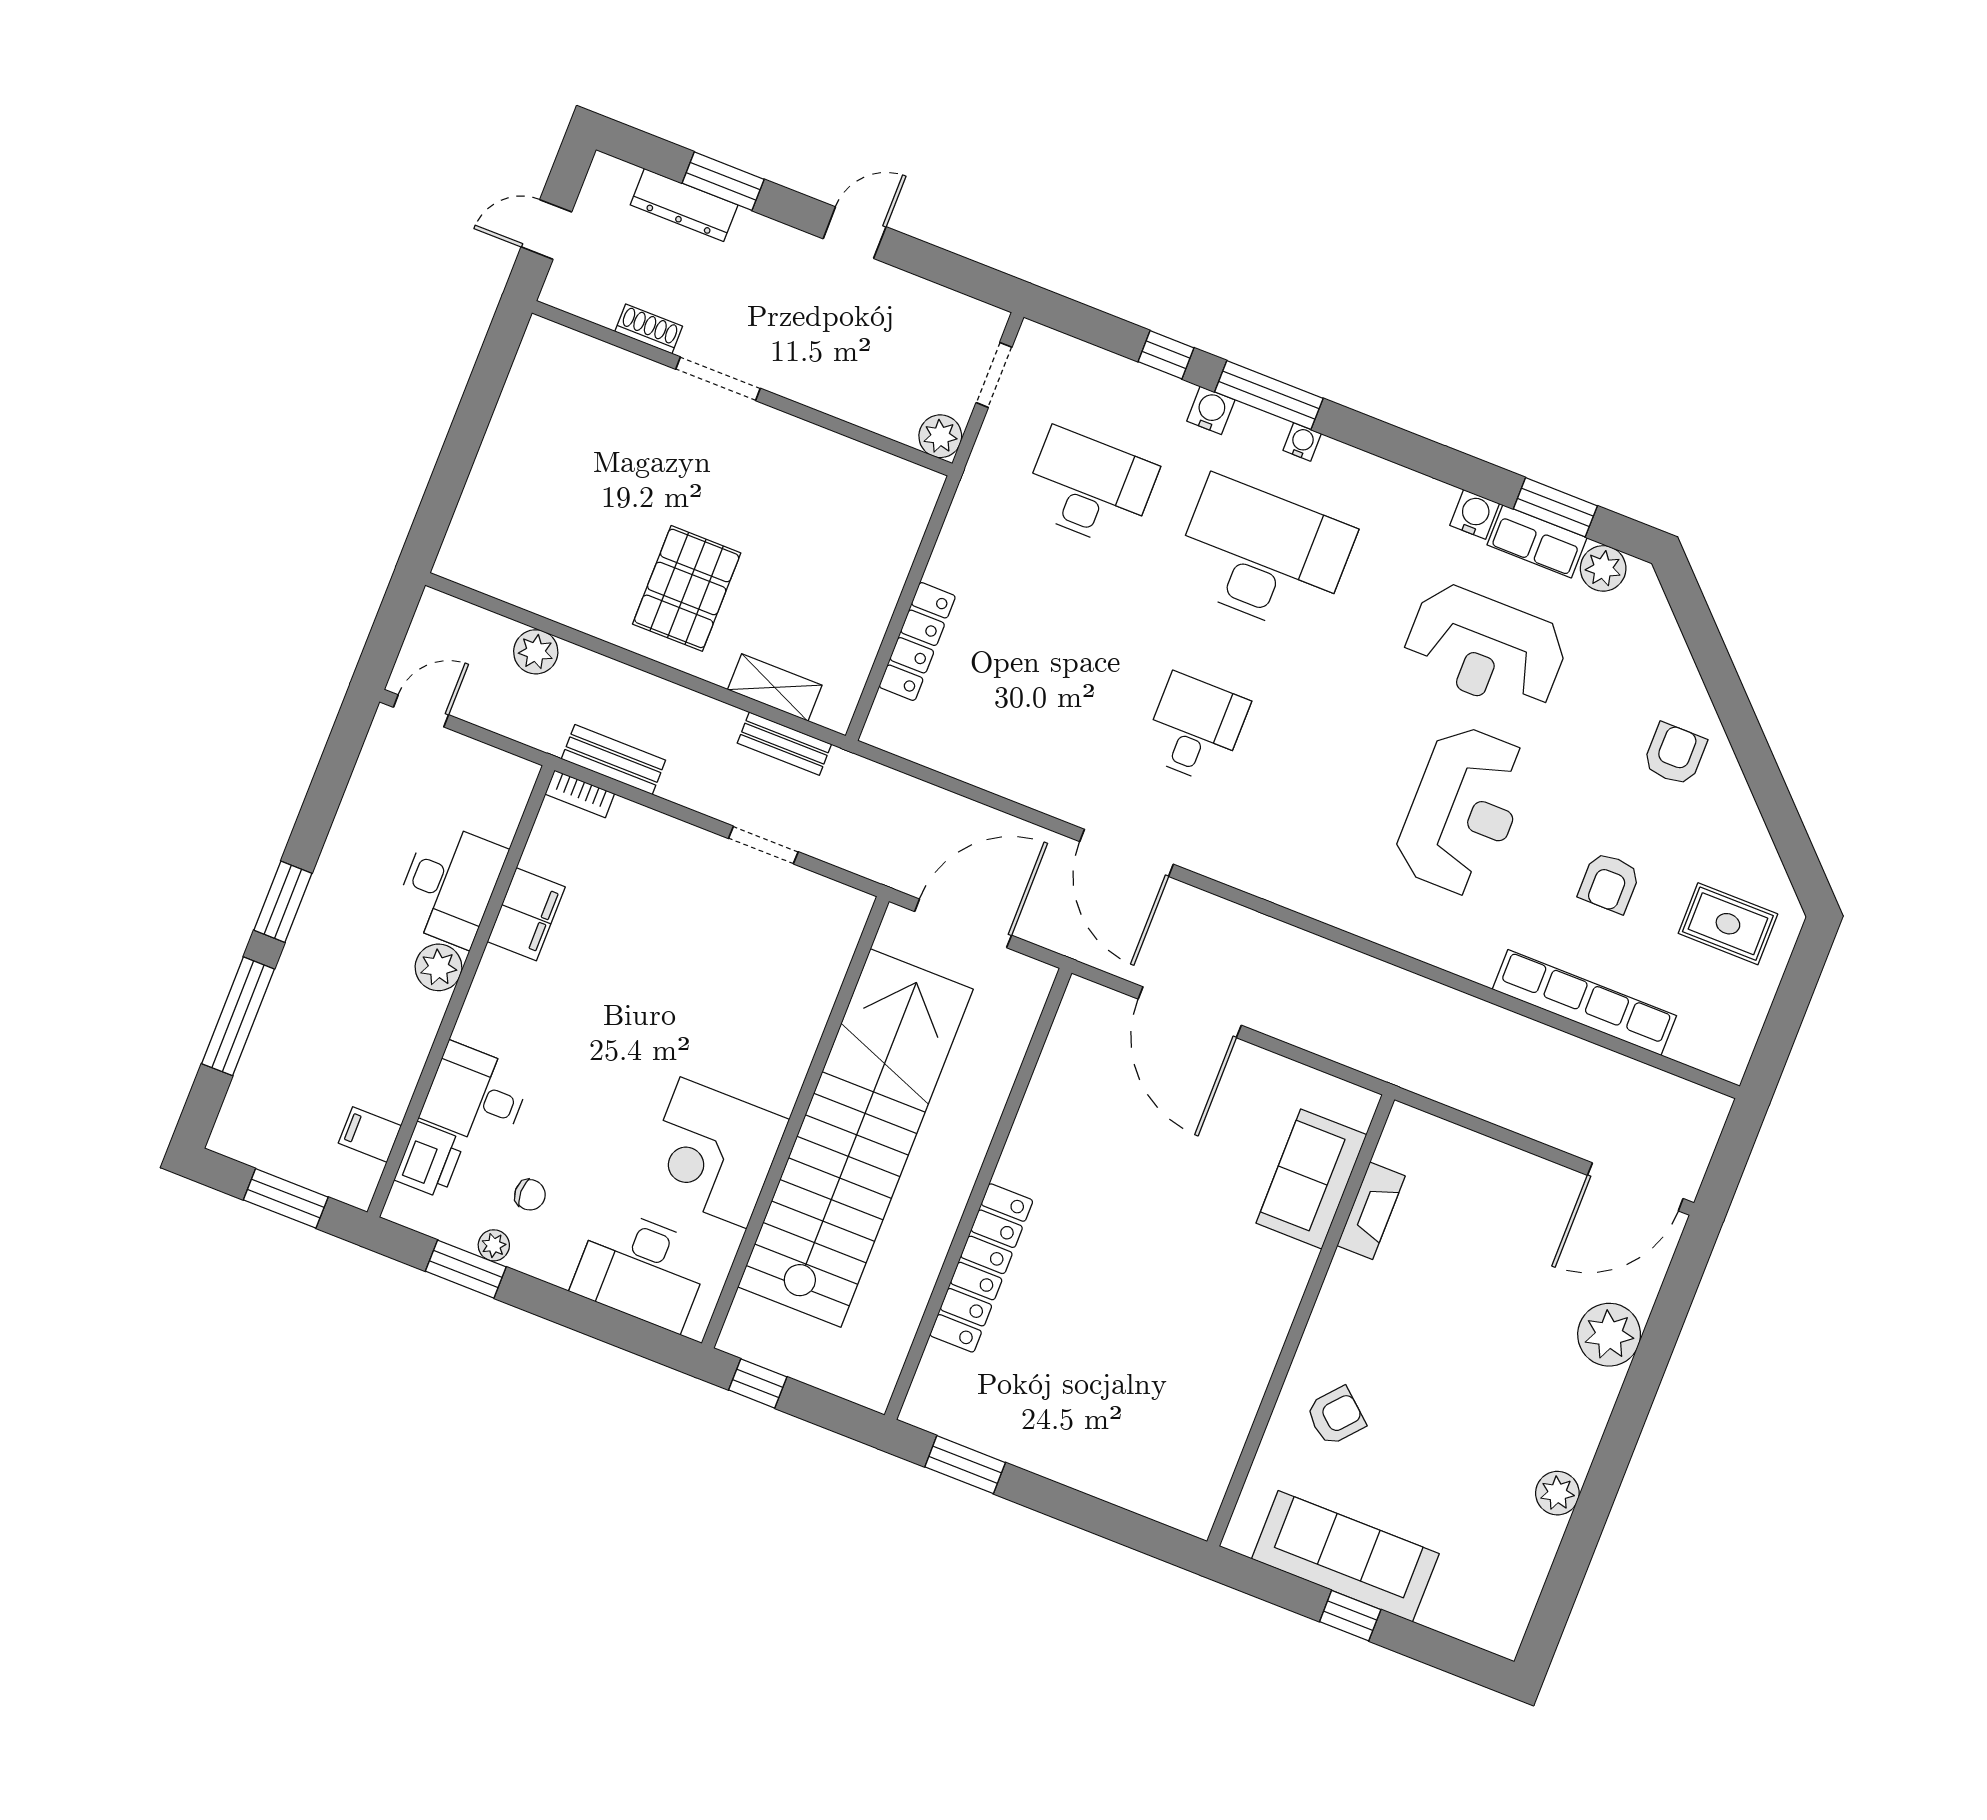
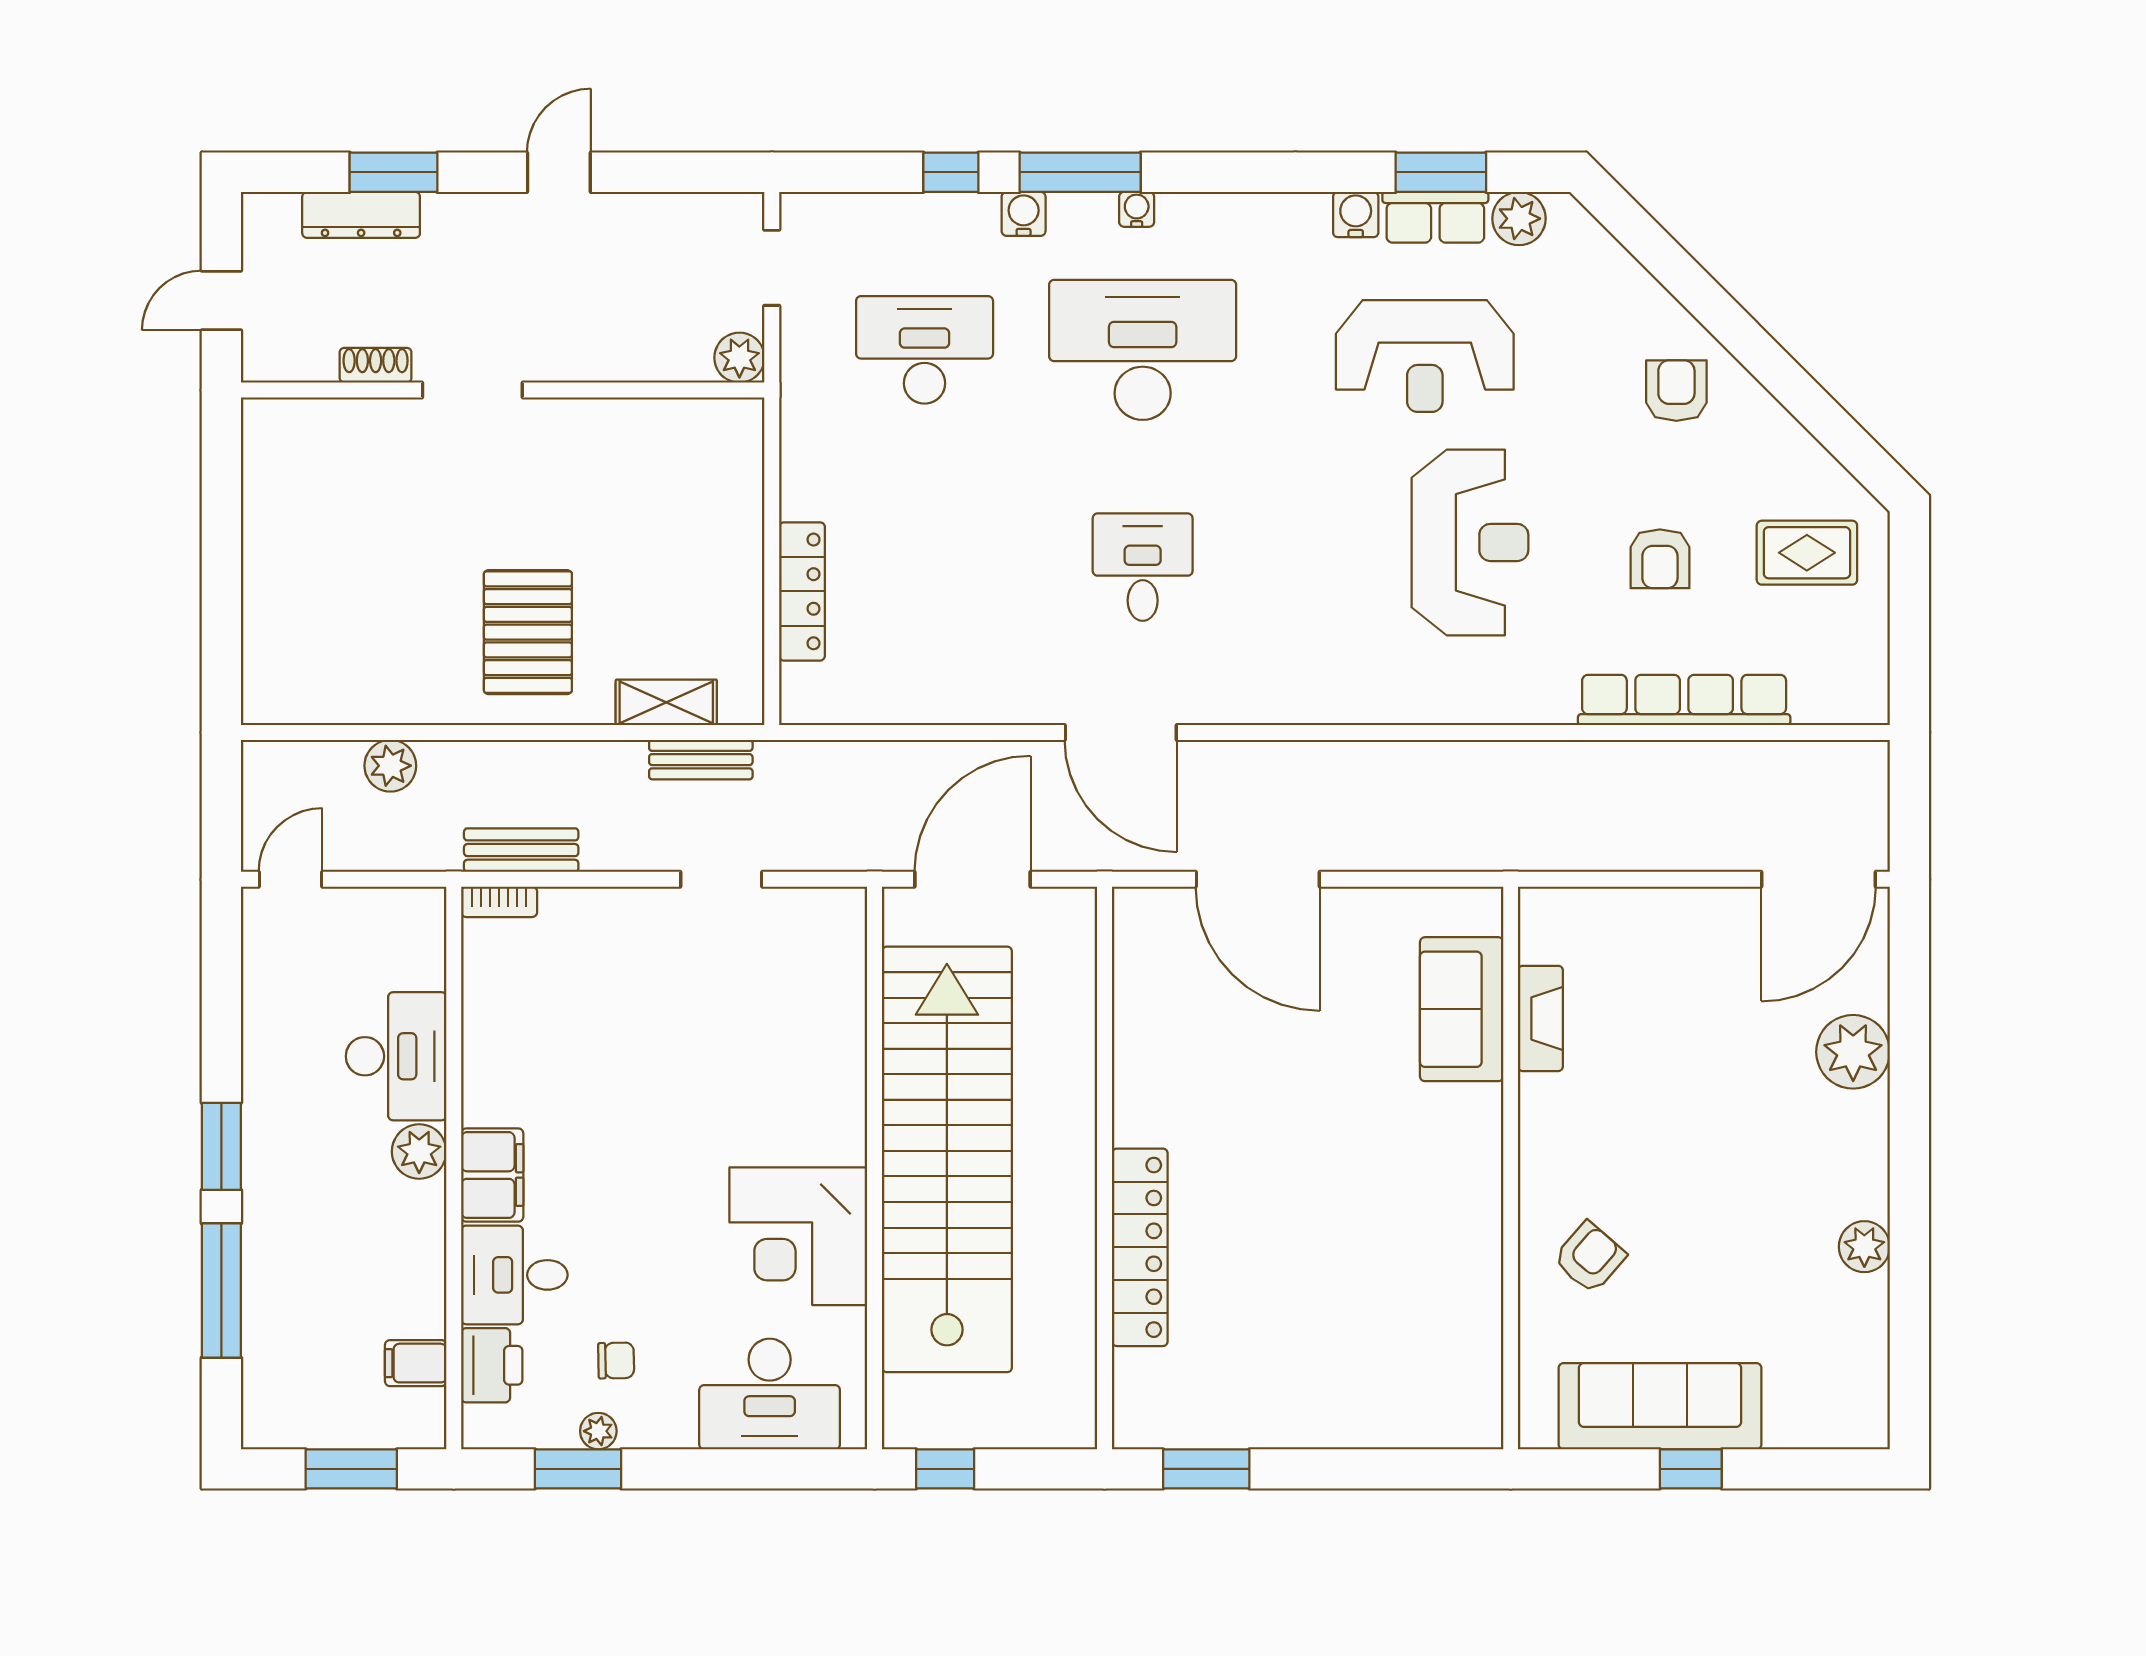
filing cabinet: (526, 914) -> (492, 1175), moved

